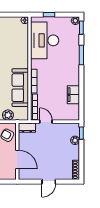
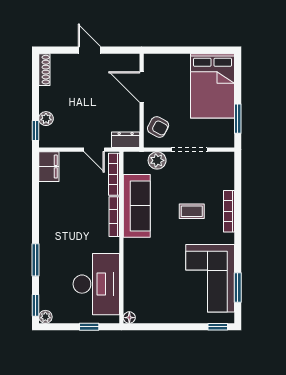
filing cabinet: (73, 95) -> (49, 167), moved
door: (49, 182) -> (89, 50), hinge flipped

